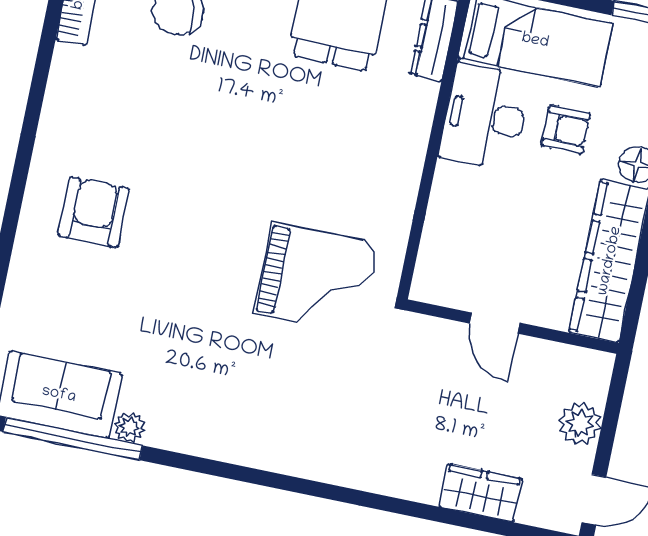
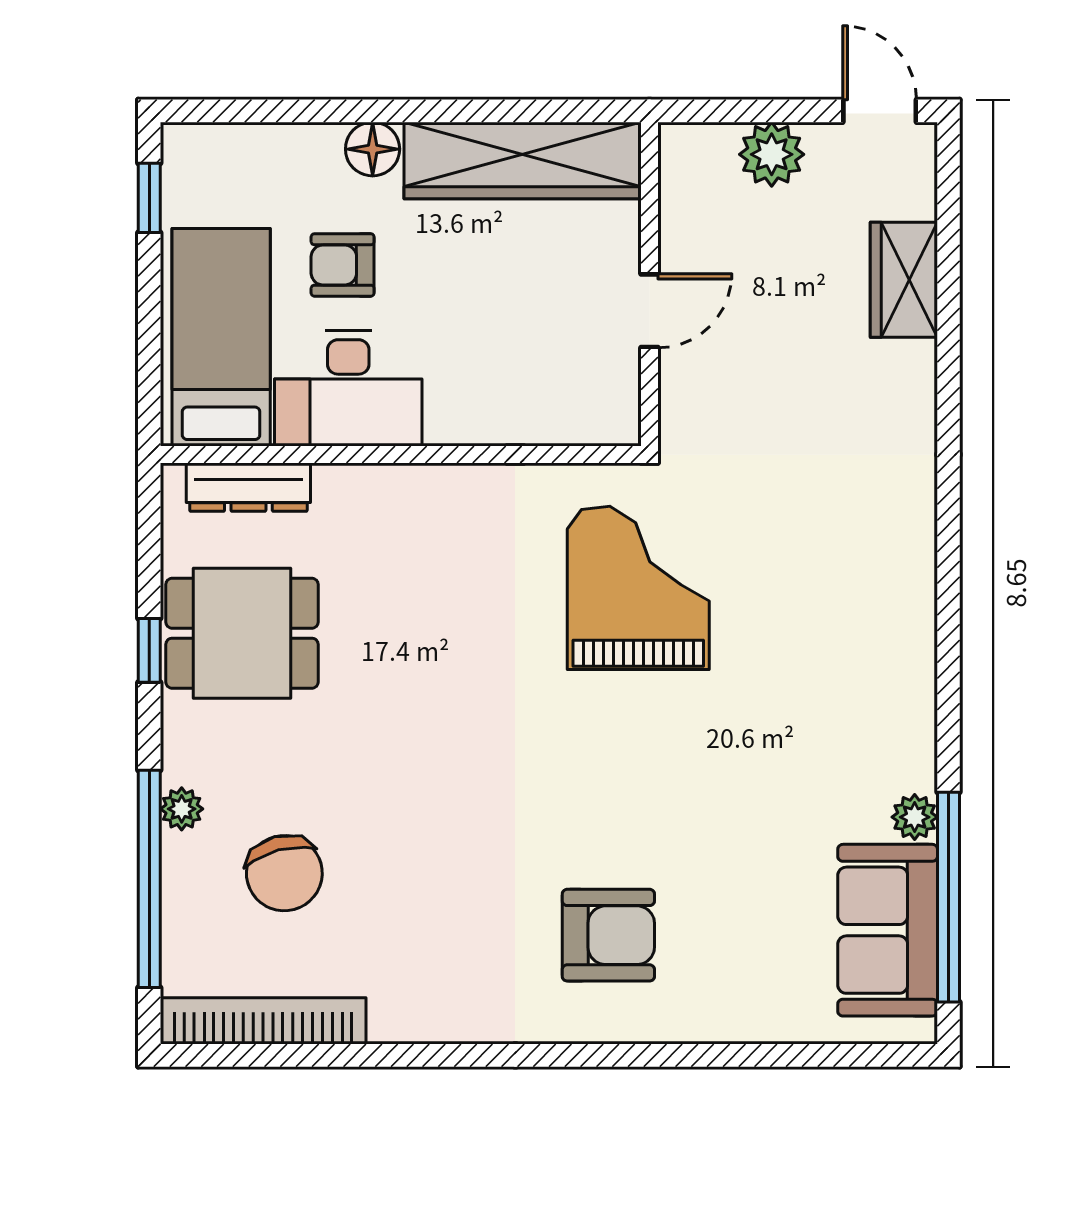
armchair: (566, 129) -> (343, 265), turned -90
armchair: (94, 212) -> (608, 935), turned 180

